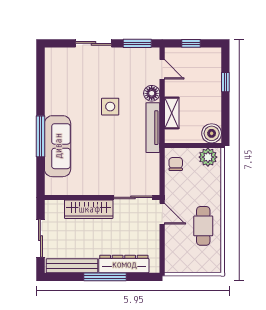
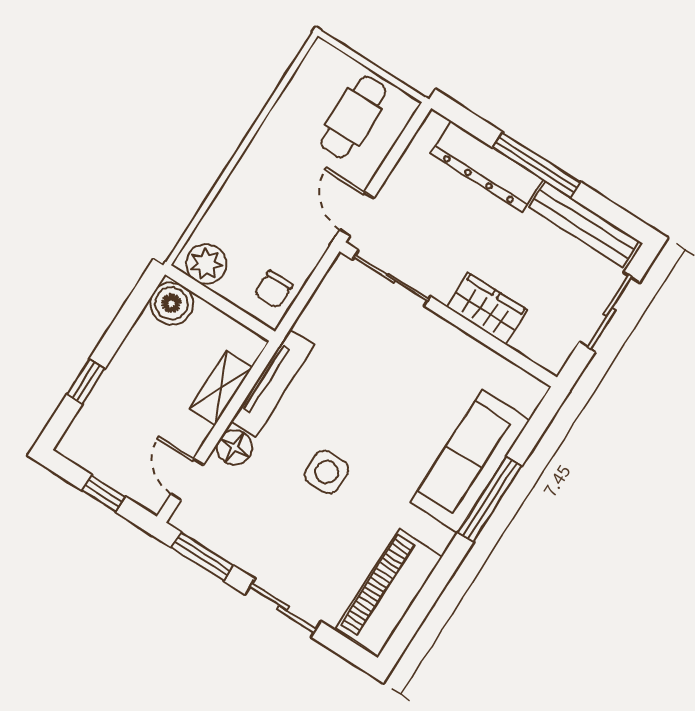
piano: (56, 76) -> (389, 592), added
wardrobe: (89, 209) -> (487, 309), width x0.67
cafe table: (203, 226) -> (353, 117), moved

